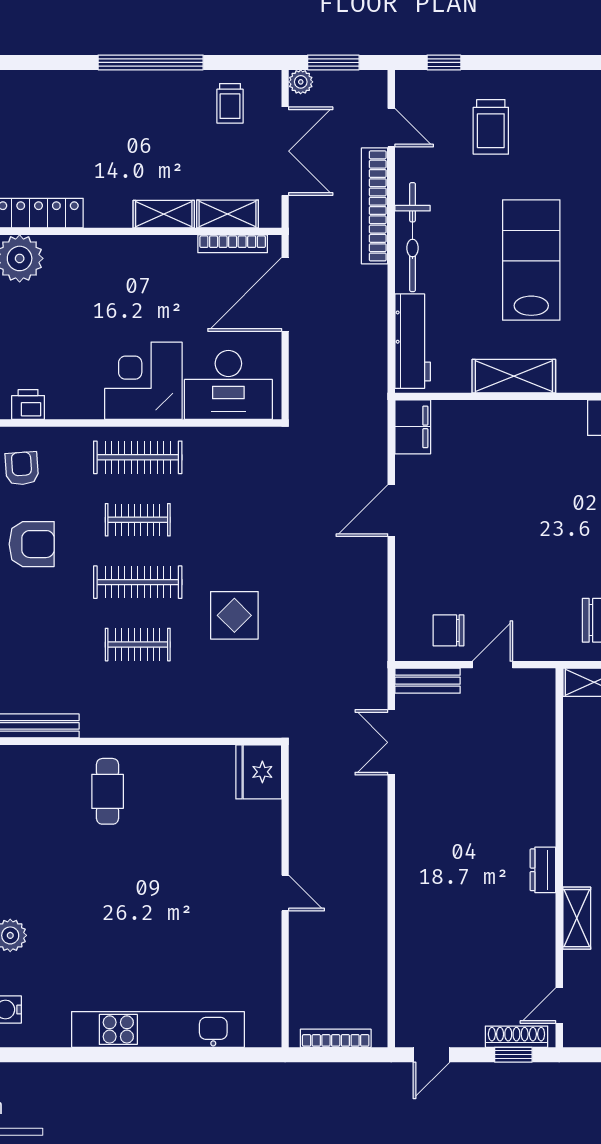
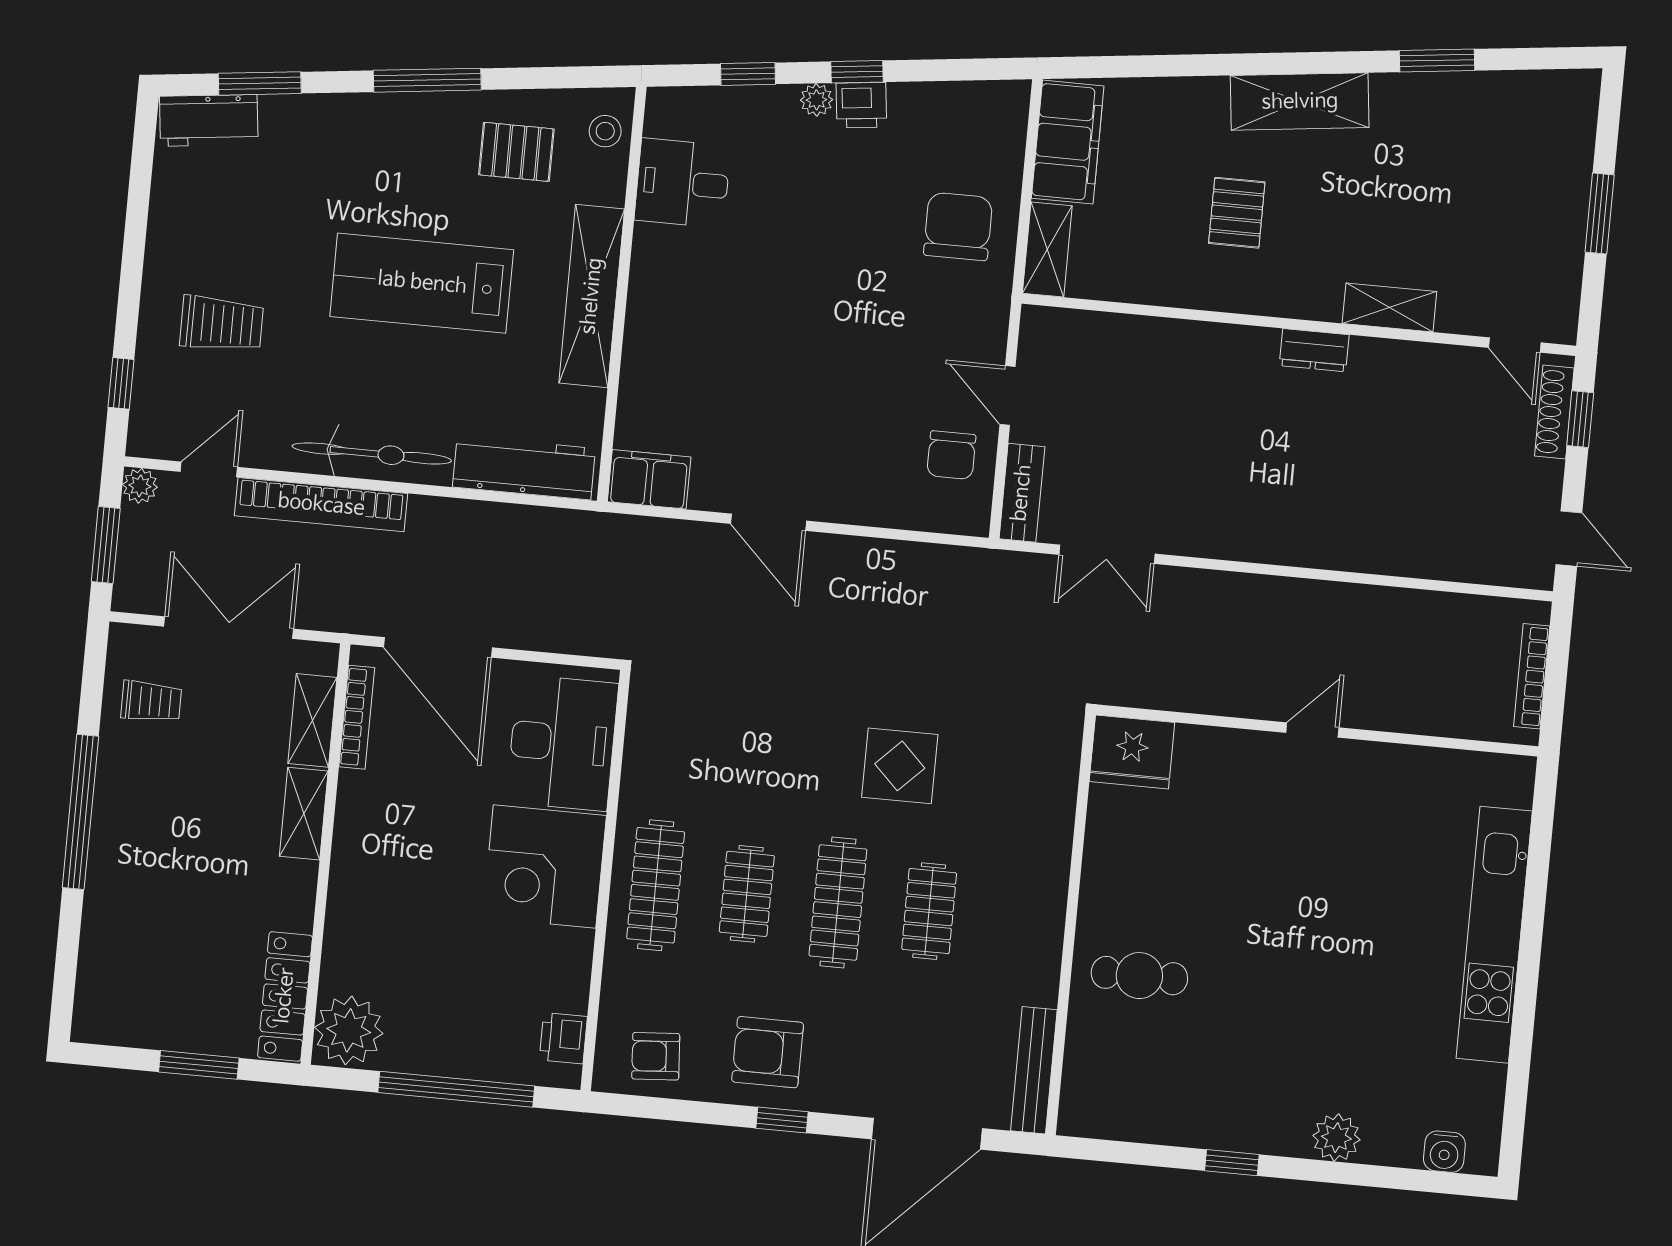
plant: (301, 82) -> (140, 486), moved
shelving: (514, 376) -> (592, 296), width x1.47
armchair: (32, 544) -> (768, 1052), turned -90

